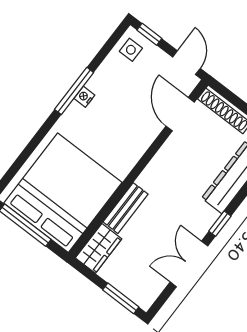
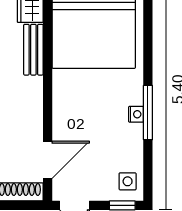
door: (180, 114) -> (48, 160), hinge flipped

